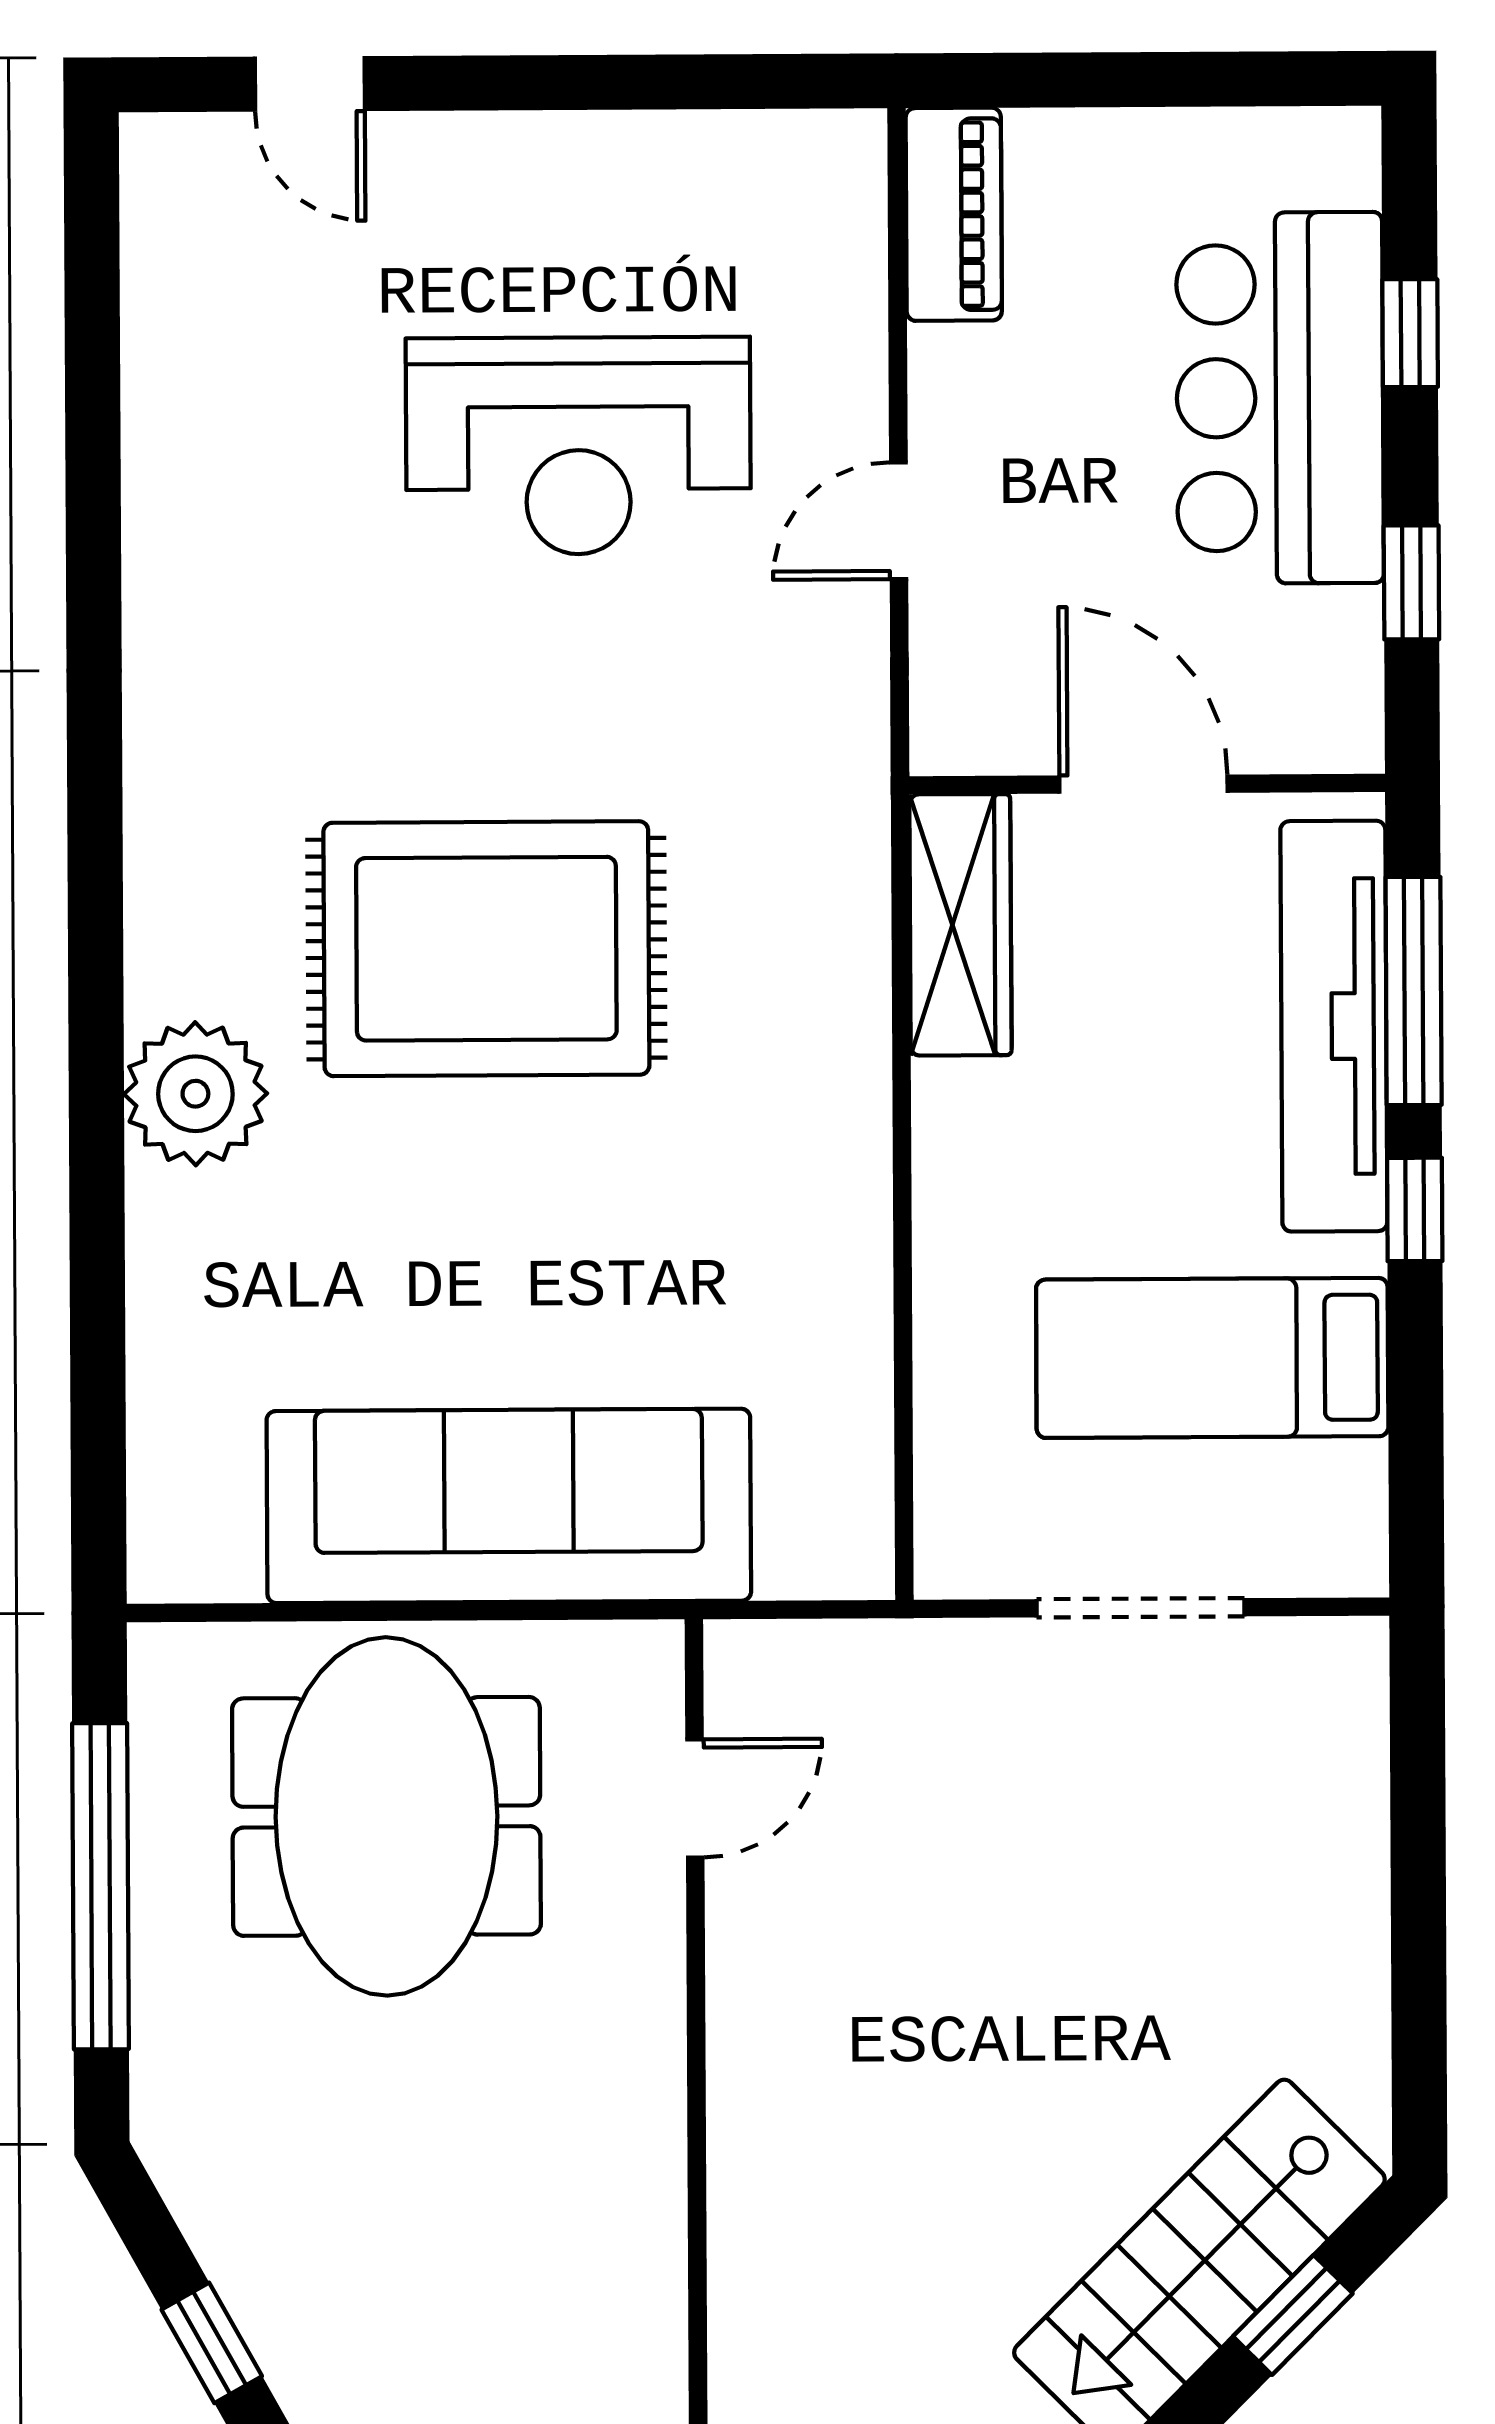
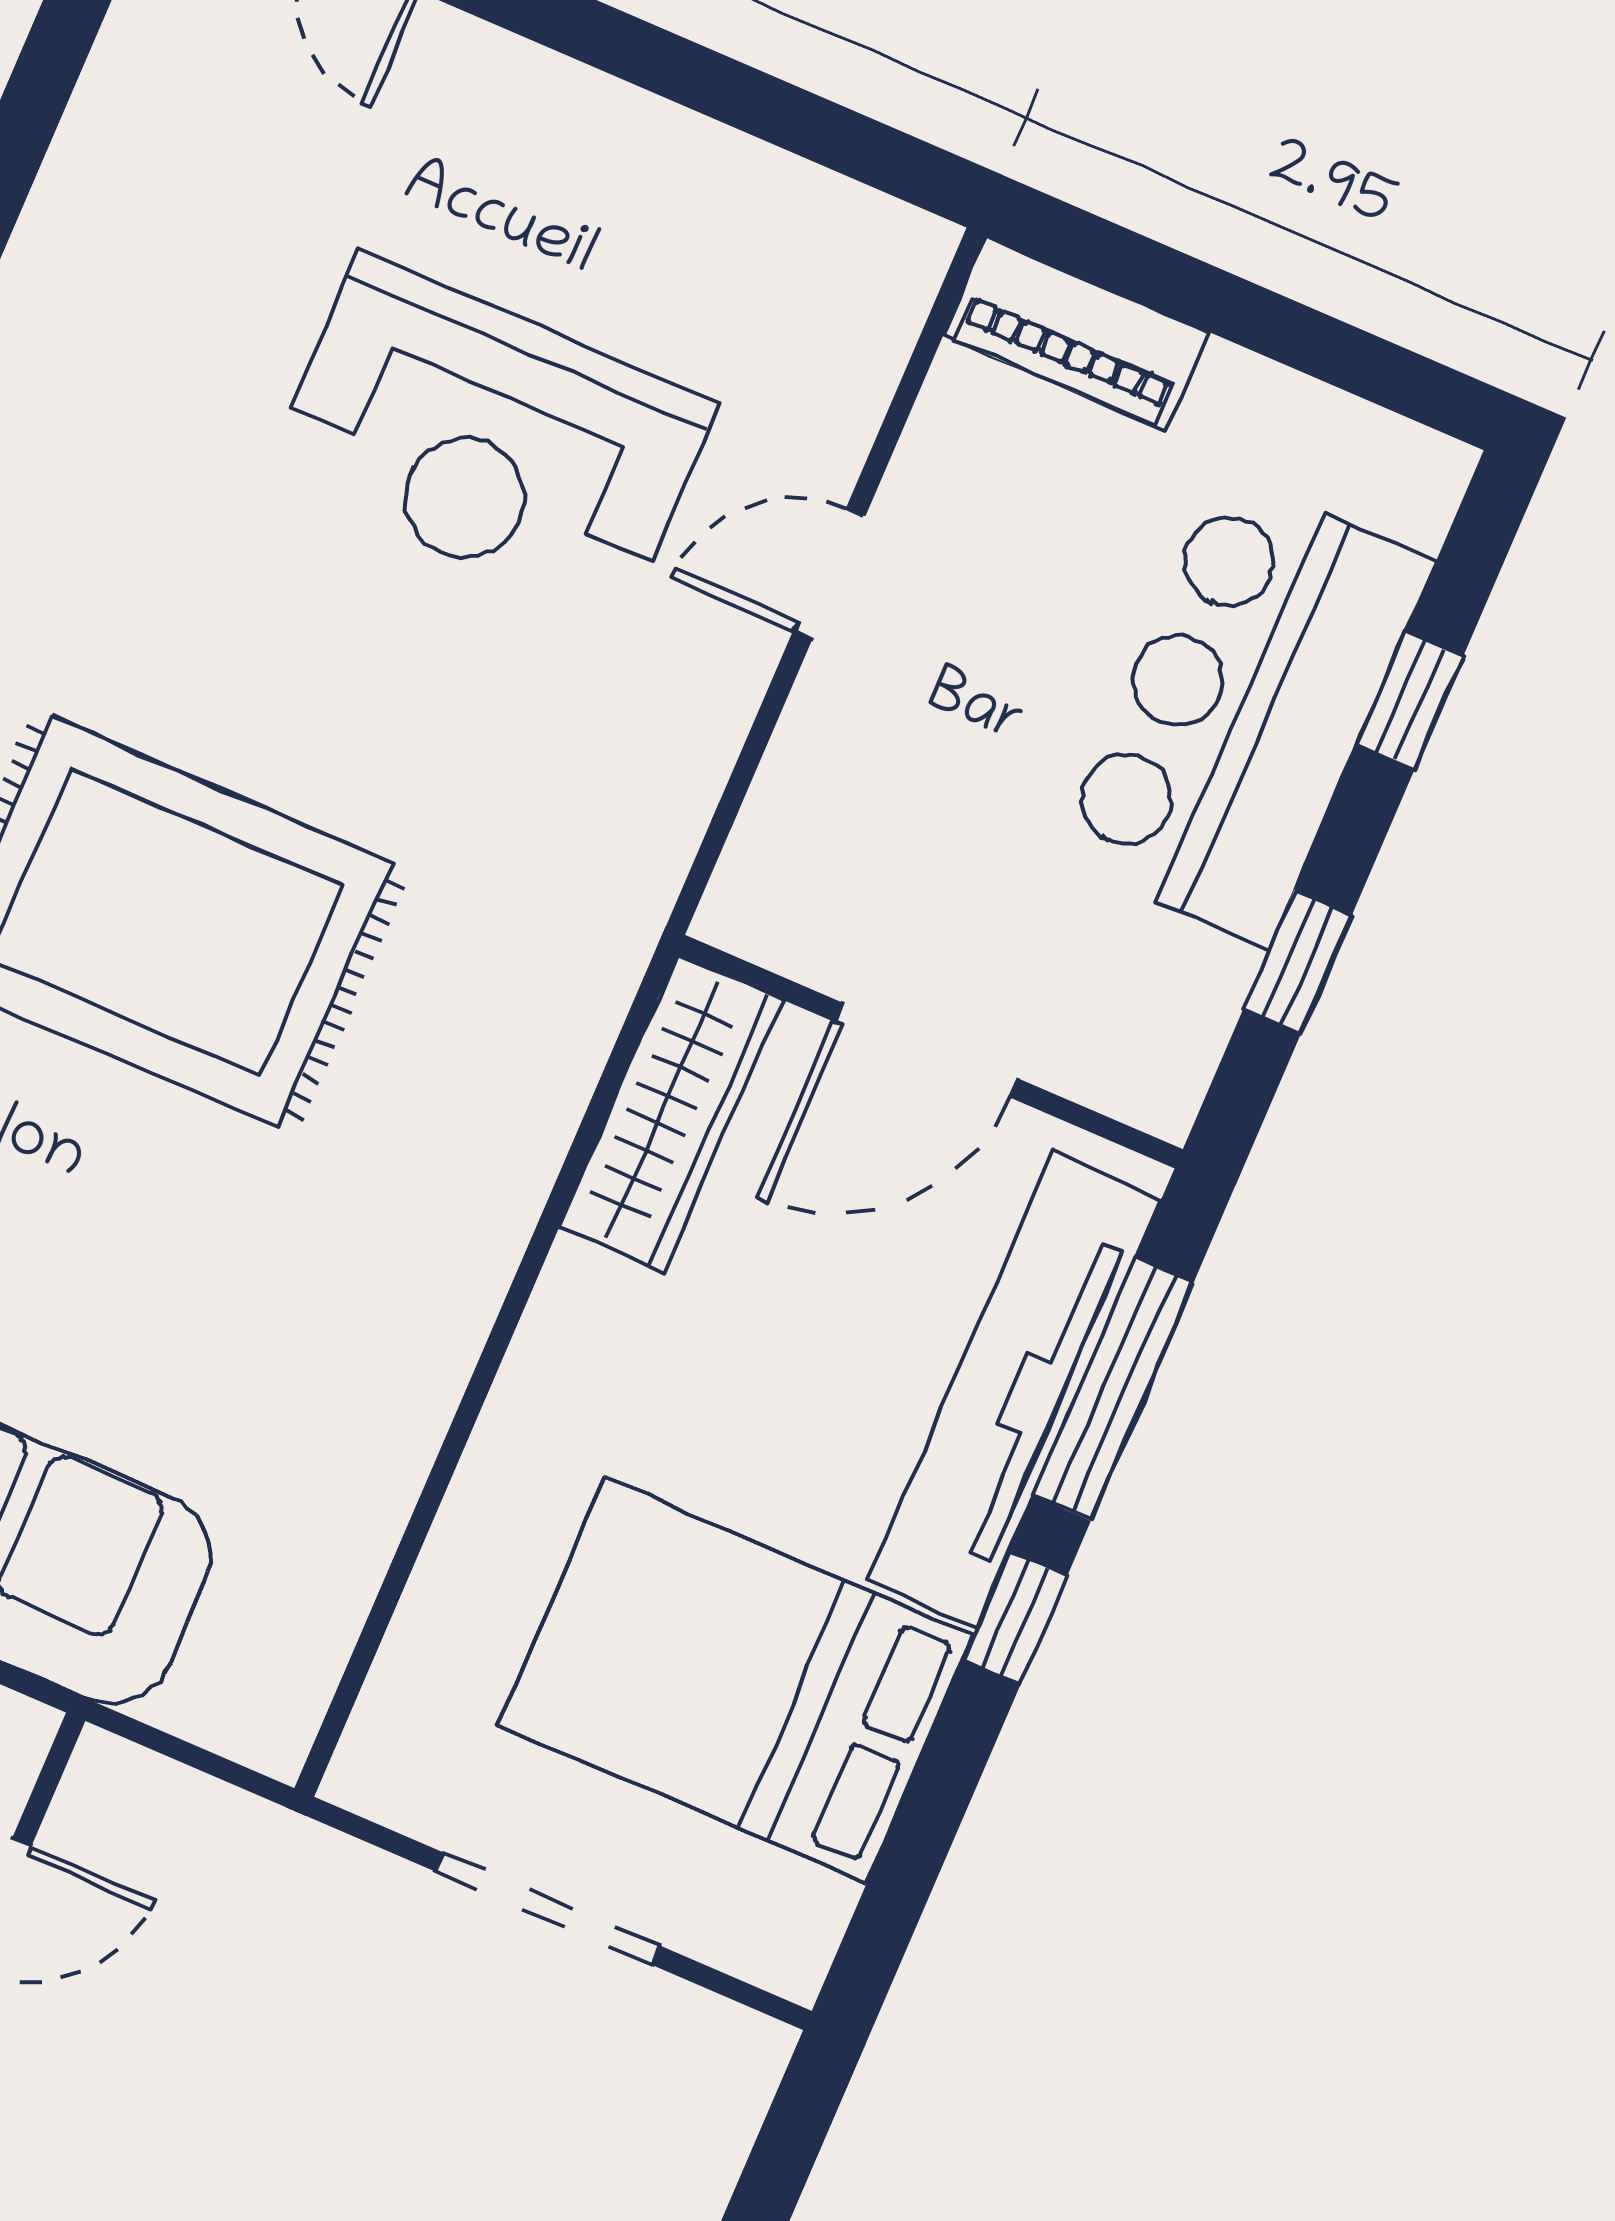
piano: (954, 214) -> (1076, 334), moved, turned 90
door: (899, 521) -> (829, 573), moved
door: (1143, 784) -> (926, 1050), swing flipped
bed: (1212, 1358) -> (736, 1680), width x1.50

